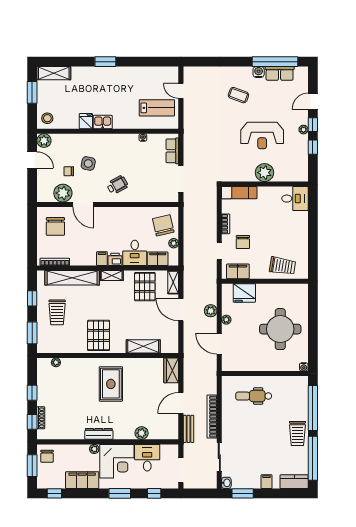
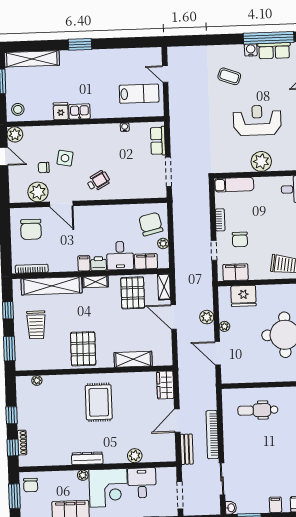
shelving: (54, 73) -> (32, 59), width x1.47
reception desk: (262, 136) -> (257, 120), turned 180

